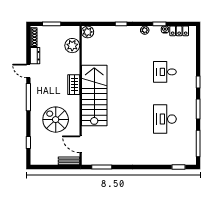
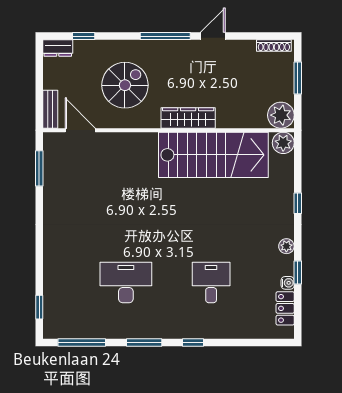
plant: (72, 46) -> (281, 115), moved
dresser: (35, 56) -> (58, 48), moved
wardrobe: (74, 85) -> (188, 118), width x1.50
stairs: (94, 95) -> (213, 155), moved
door: (81, 144) -> (80, 130), hinge flipped

